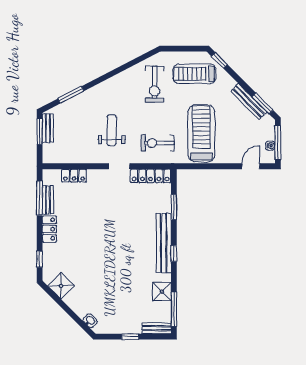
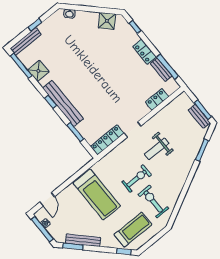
weight bench: (112, 130) -> (157, 149), turned 90
exercise bike: (158, 143) -> (137, 179), moved
bench: (157, 328) -> (26, 41), width x1.36

